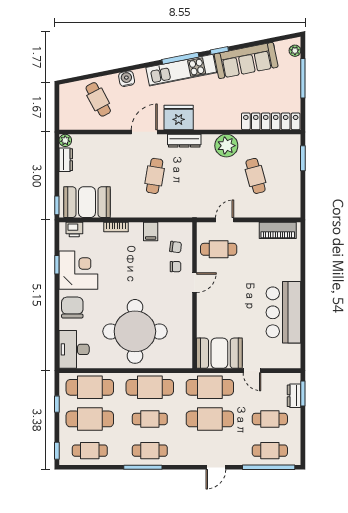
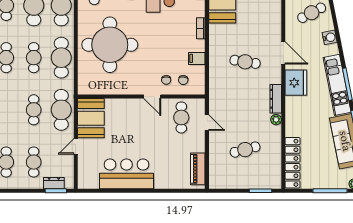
dresser: (184, 141) -> (276, 99), moved
plant: (226, 146) -> (276, 120), width x0.53, depth x0.53
cafe table: (210, 419) -> (34, 110), width x0.73, depth x0.74

